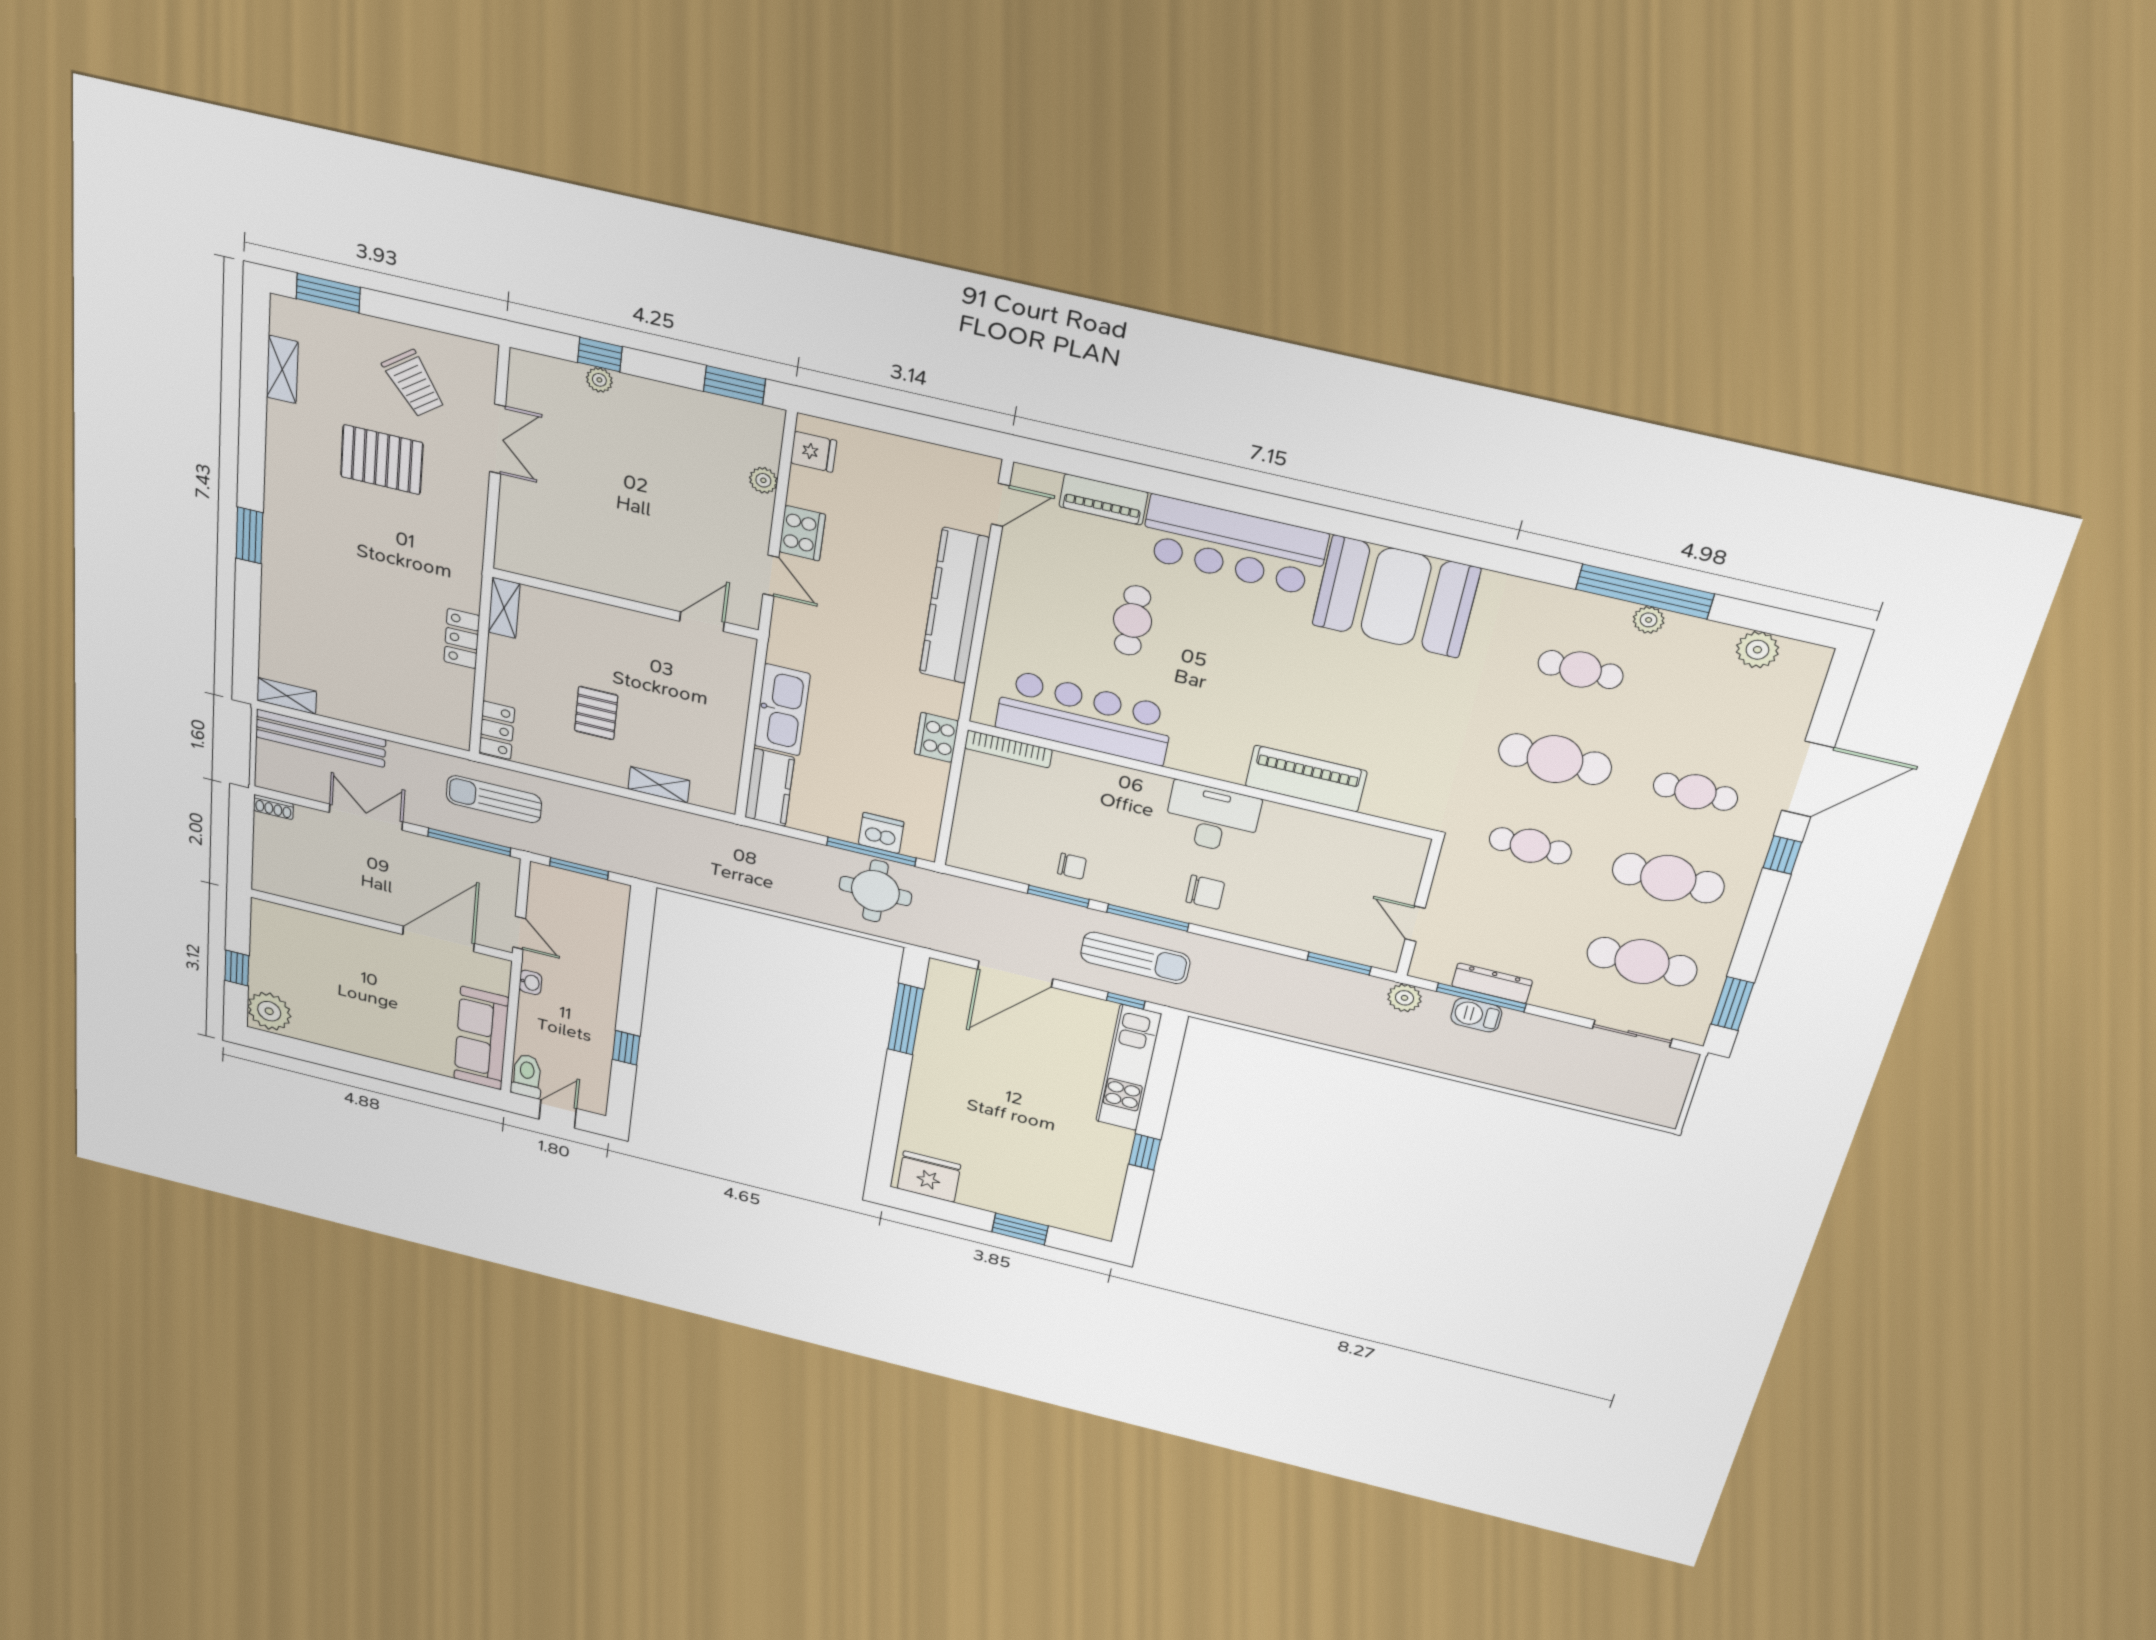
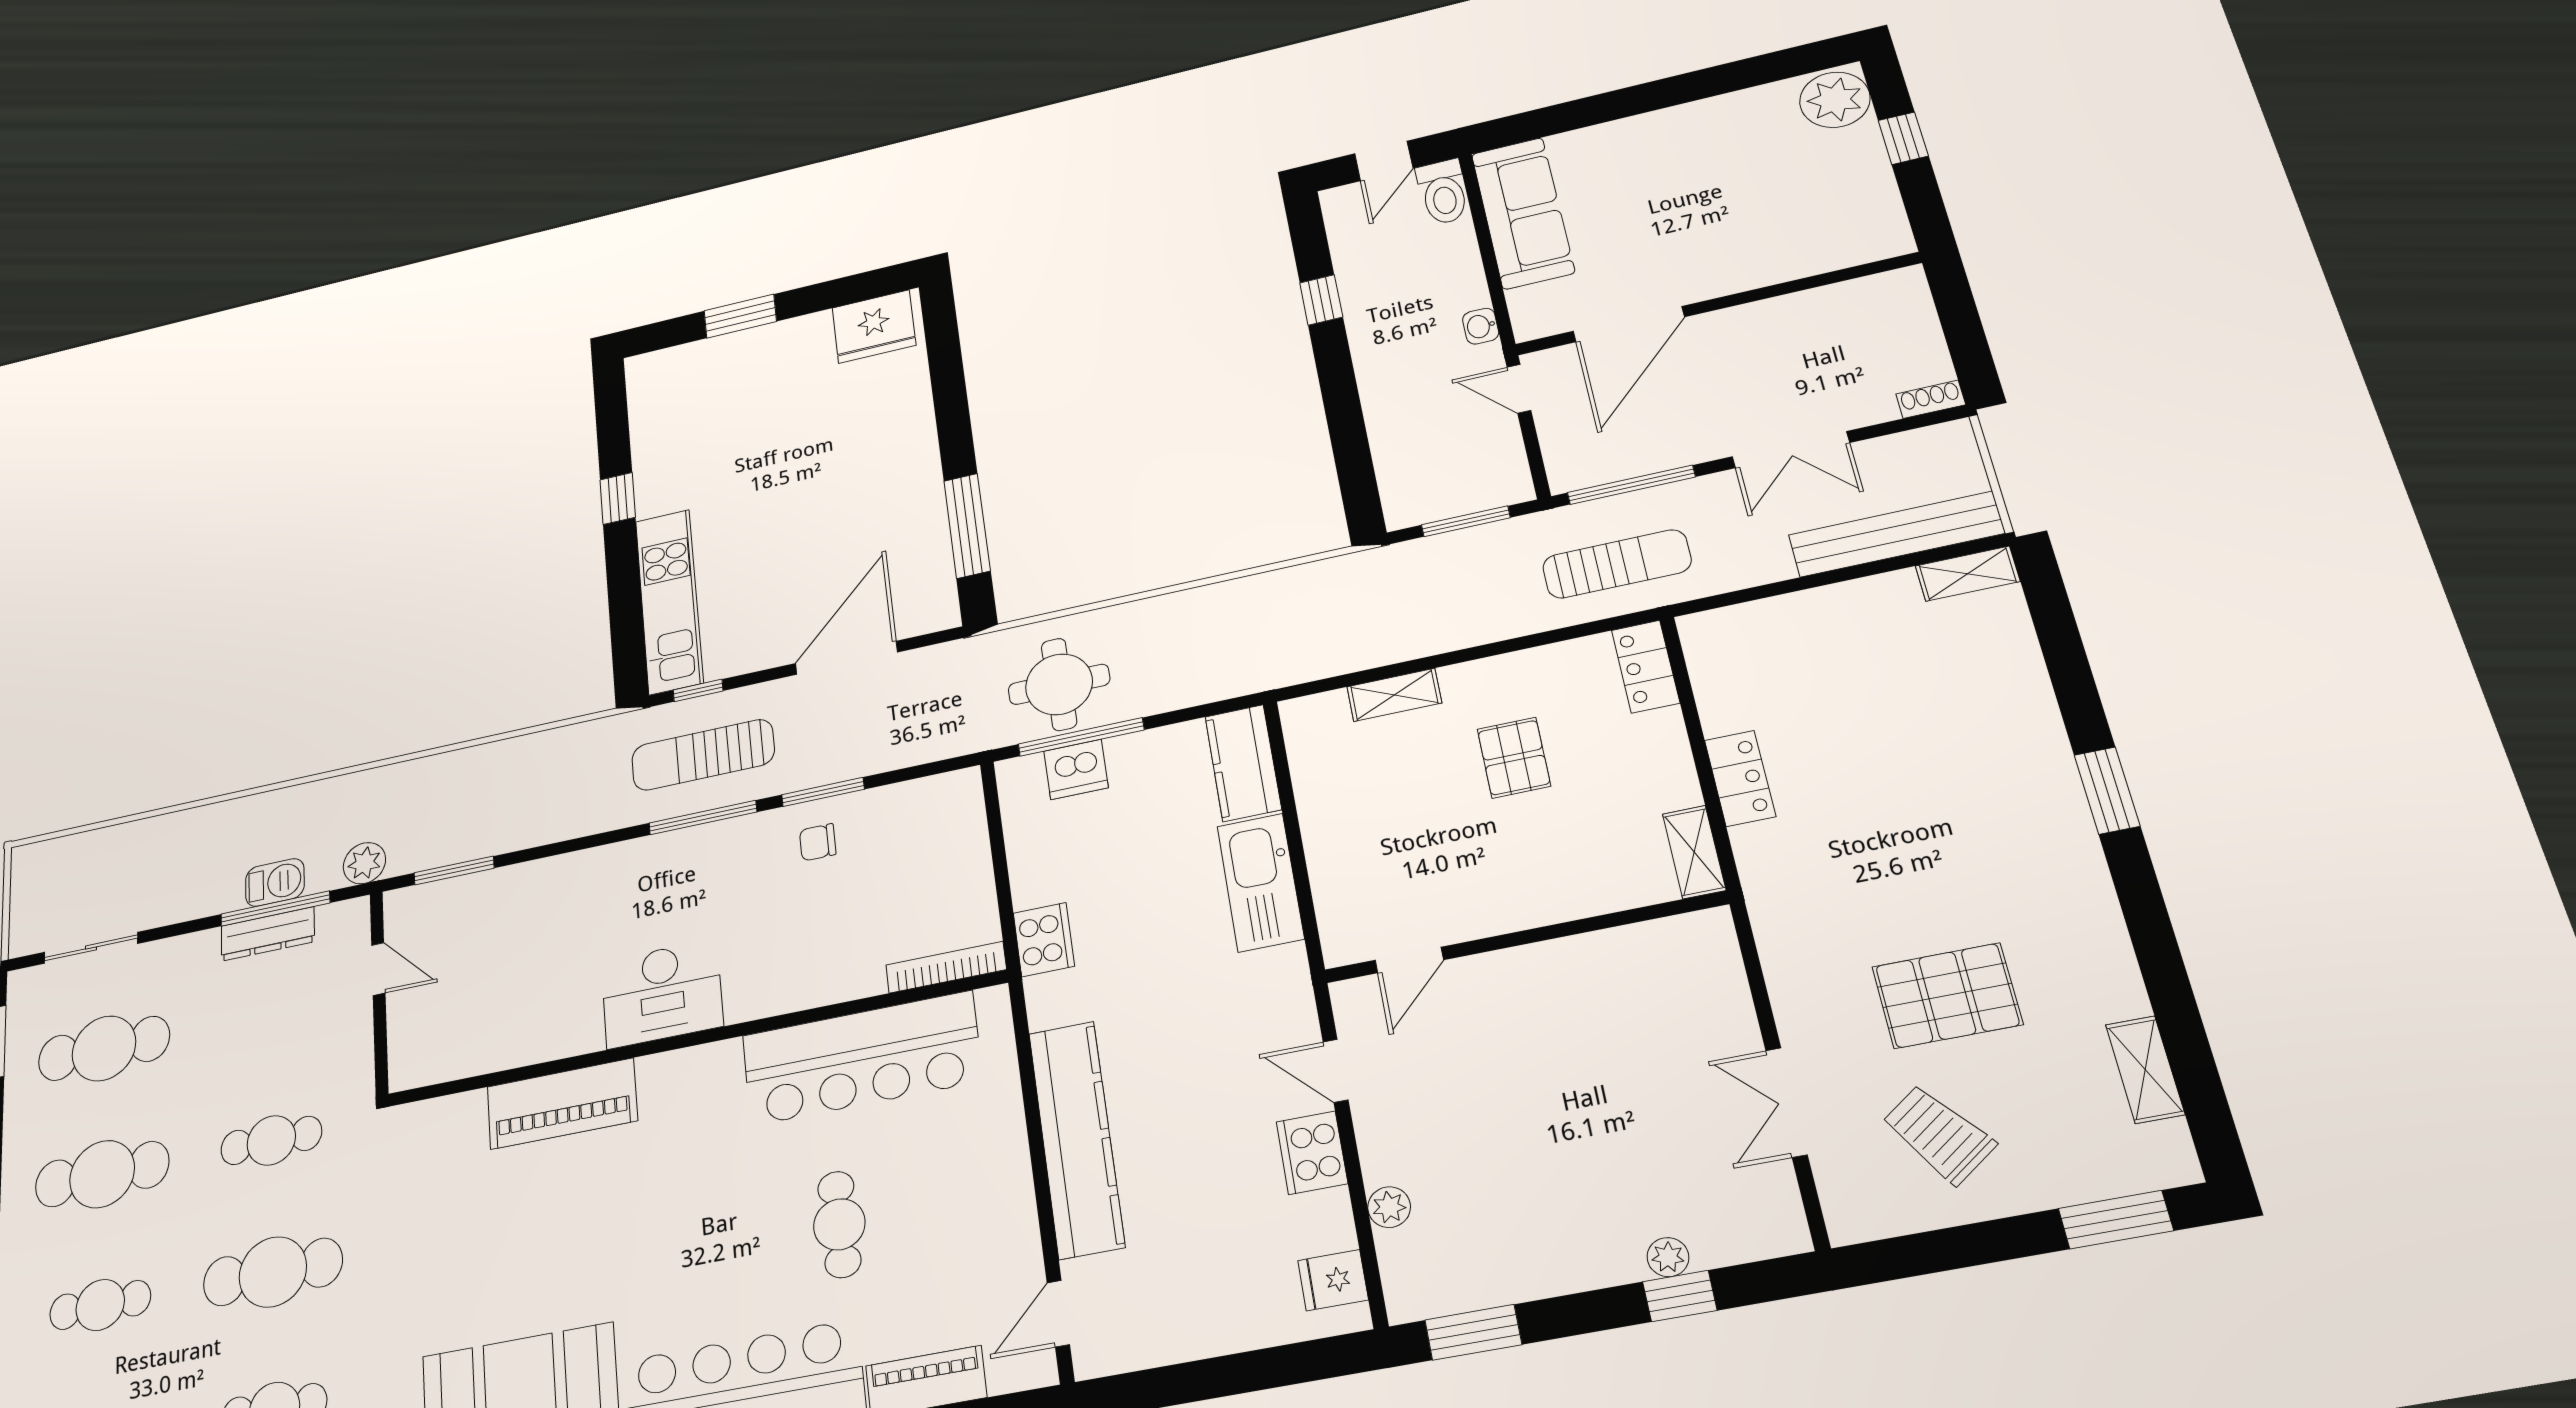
chair: (1205, 892) -> (642, 887), removed

